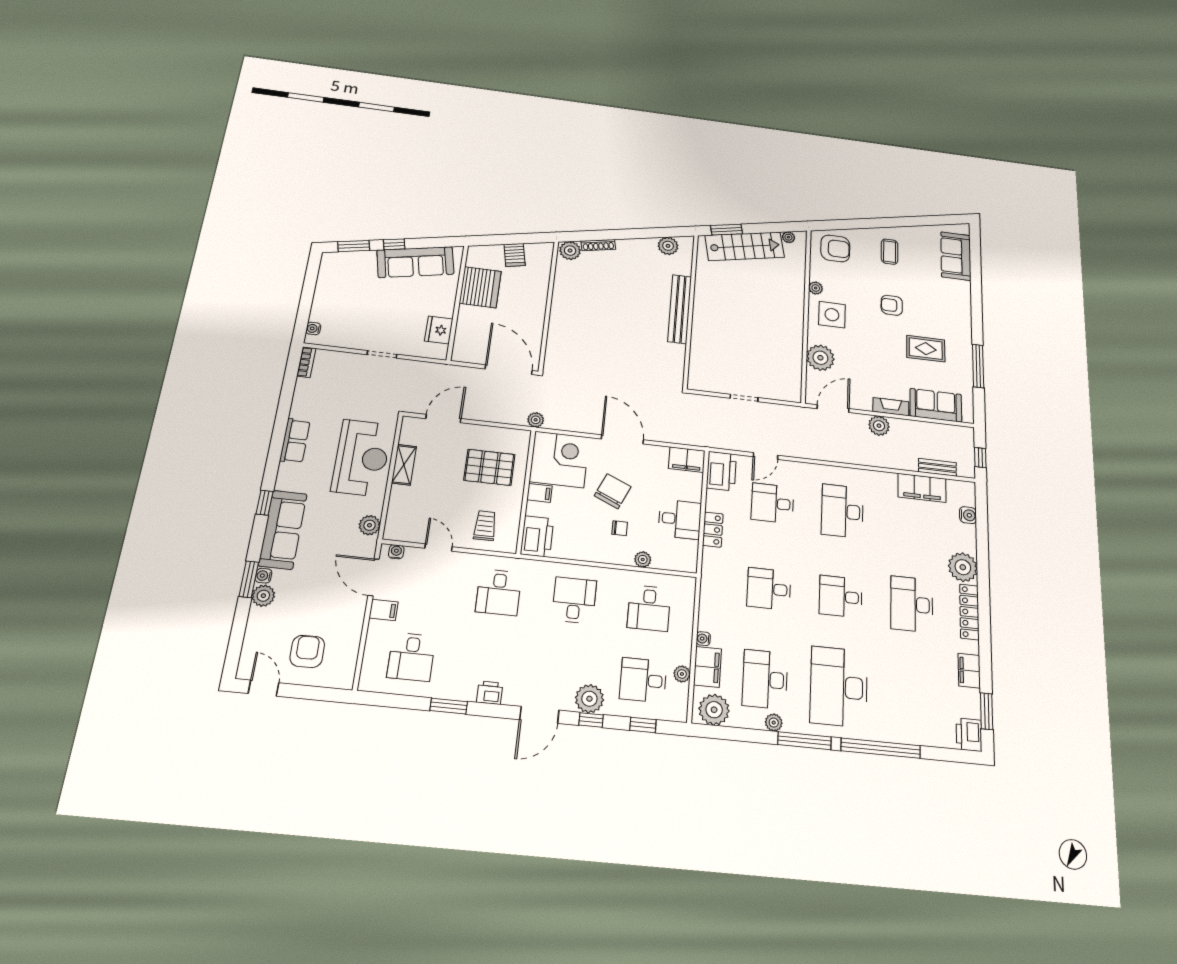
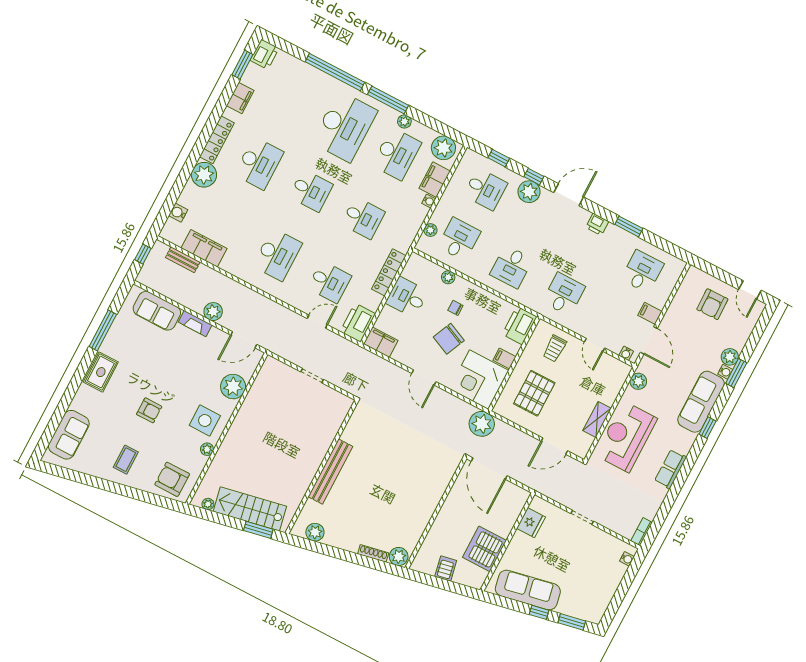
rug: (926, 349) -> (101, 372), moved, turned 90
plant: (536, 420) -> (482, 424), width x1.87, depth x1.87
door: (622, 439) -> (424, 378), width x0.73
pallet: (489, 467) -> (534, 393), turned 90
locker: (713, 530) -> (389, 272), width x1.53
plant: (682, 674) -> (430, 230), moved

